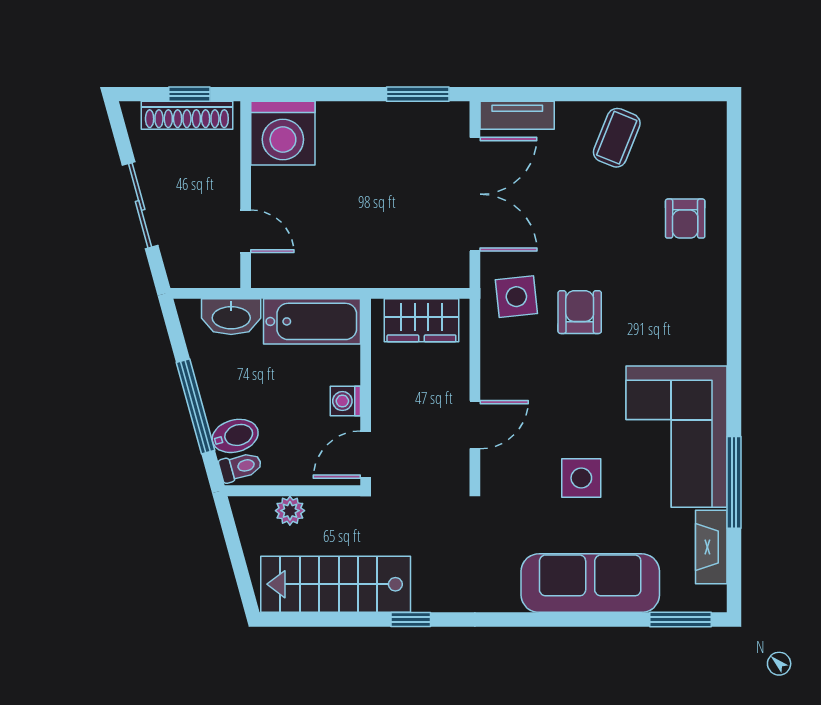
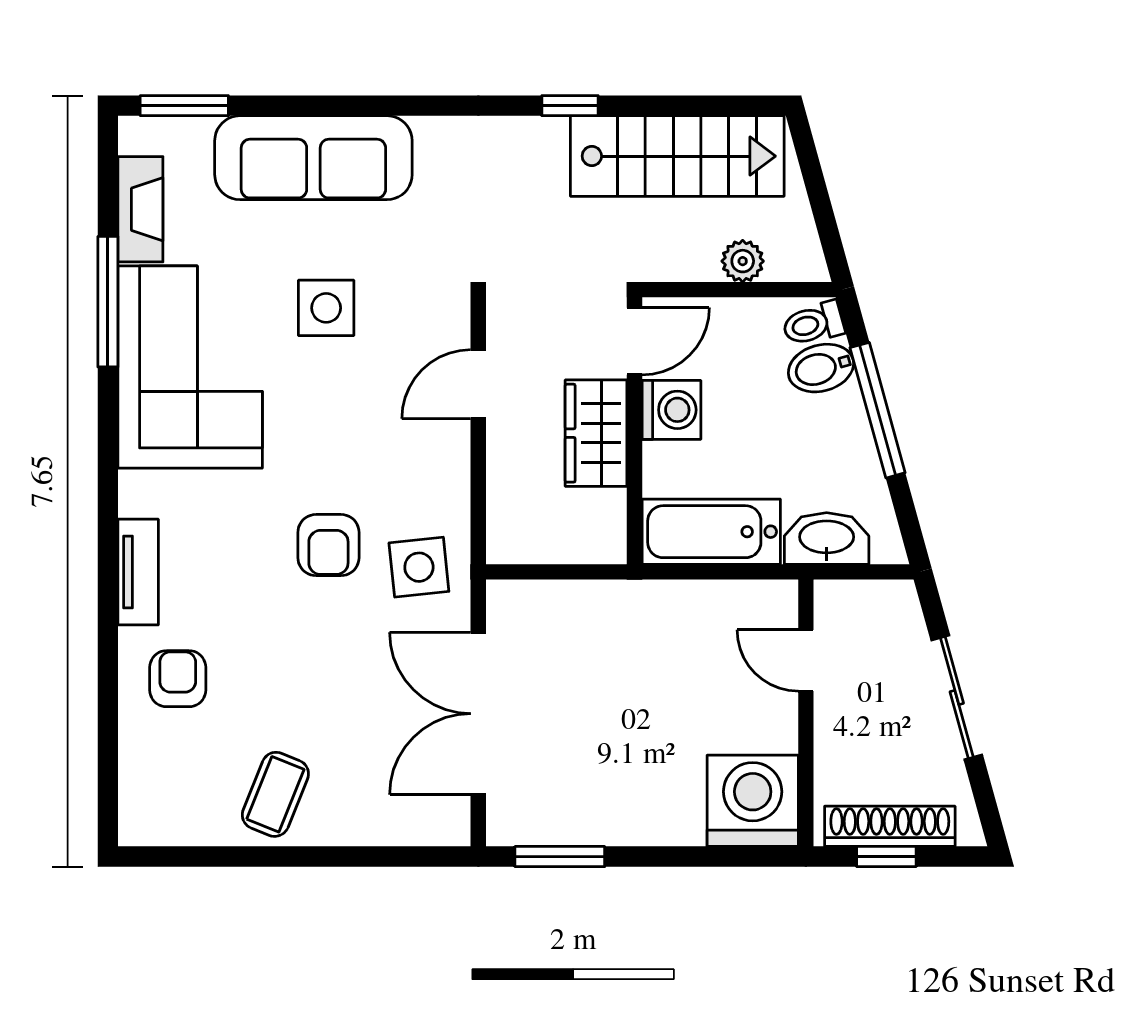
tv unit: (517, 115) -> (138, 572), moved, turned 90
wardrobe: (421, 320) -> (596, 433), moved, turned -90
washing machine: (345, 401) -> (671, 410), width x1.38, depth x1.38

